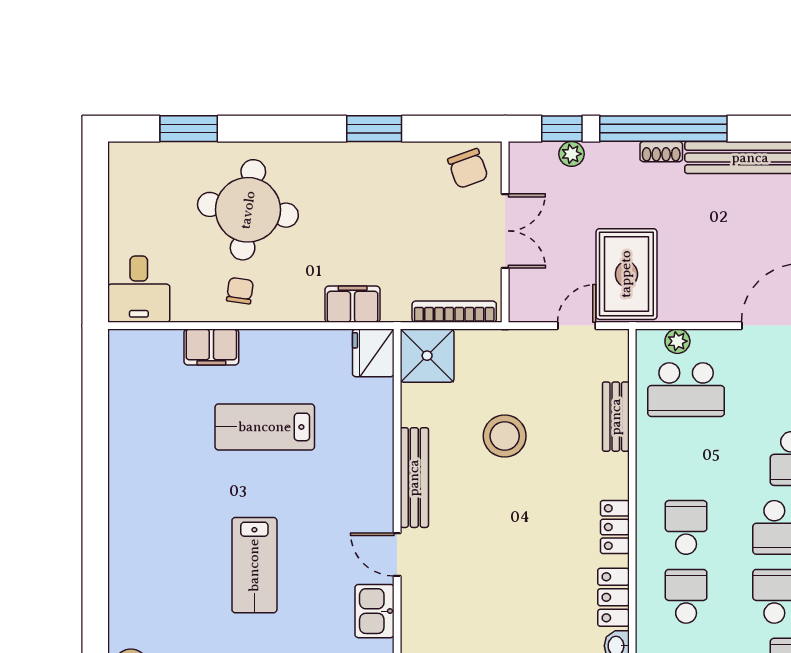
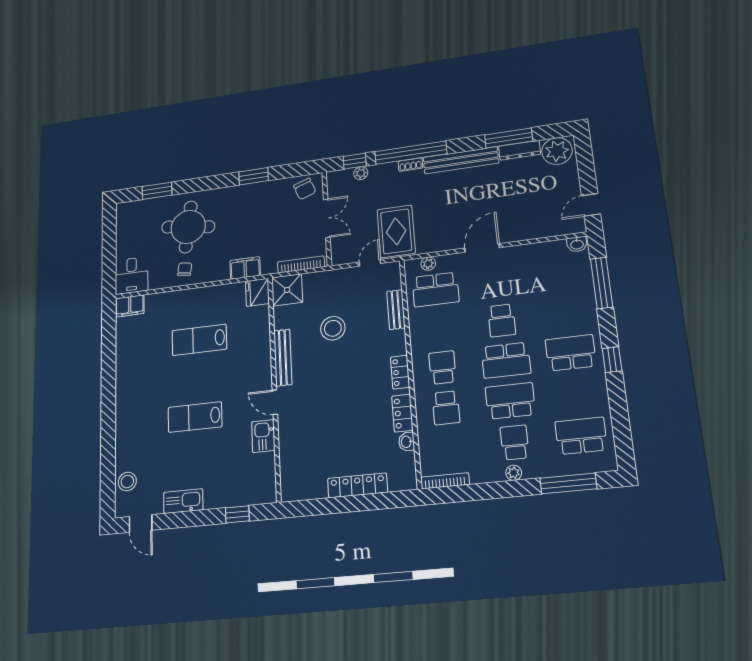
filing cabinet: (211, 347) -> (130, 306), moved
lab bench: (254, 565) -> (195, 417), turned 90
school desk: (686, 596) -> (446, 408), turned 180

